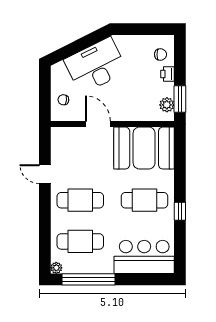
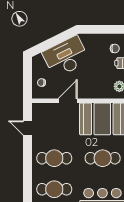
door: (98, 124) -> (68, 101), hinge flipped
door: (45, 174) -> (28, 128), moved

